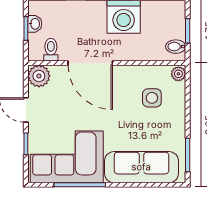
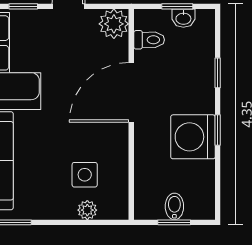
bidet: (176, 47) -> (174, 206), moved
plant: (178, 74) -> (87, 210), moved

